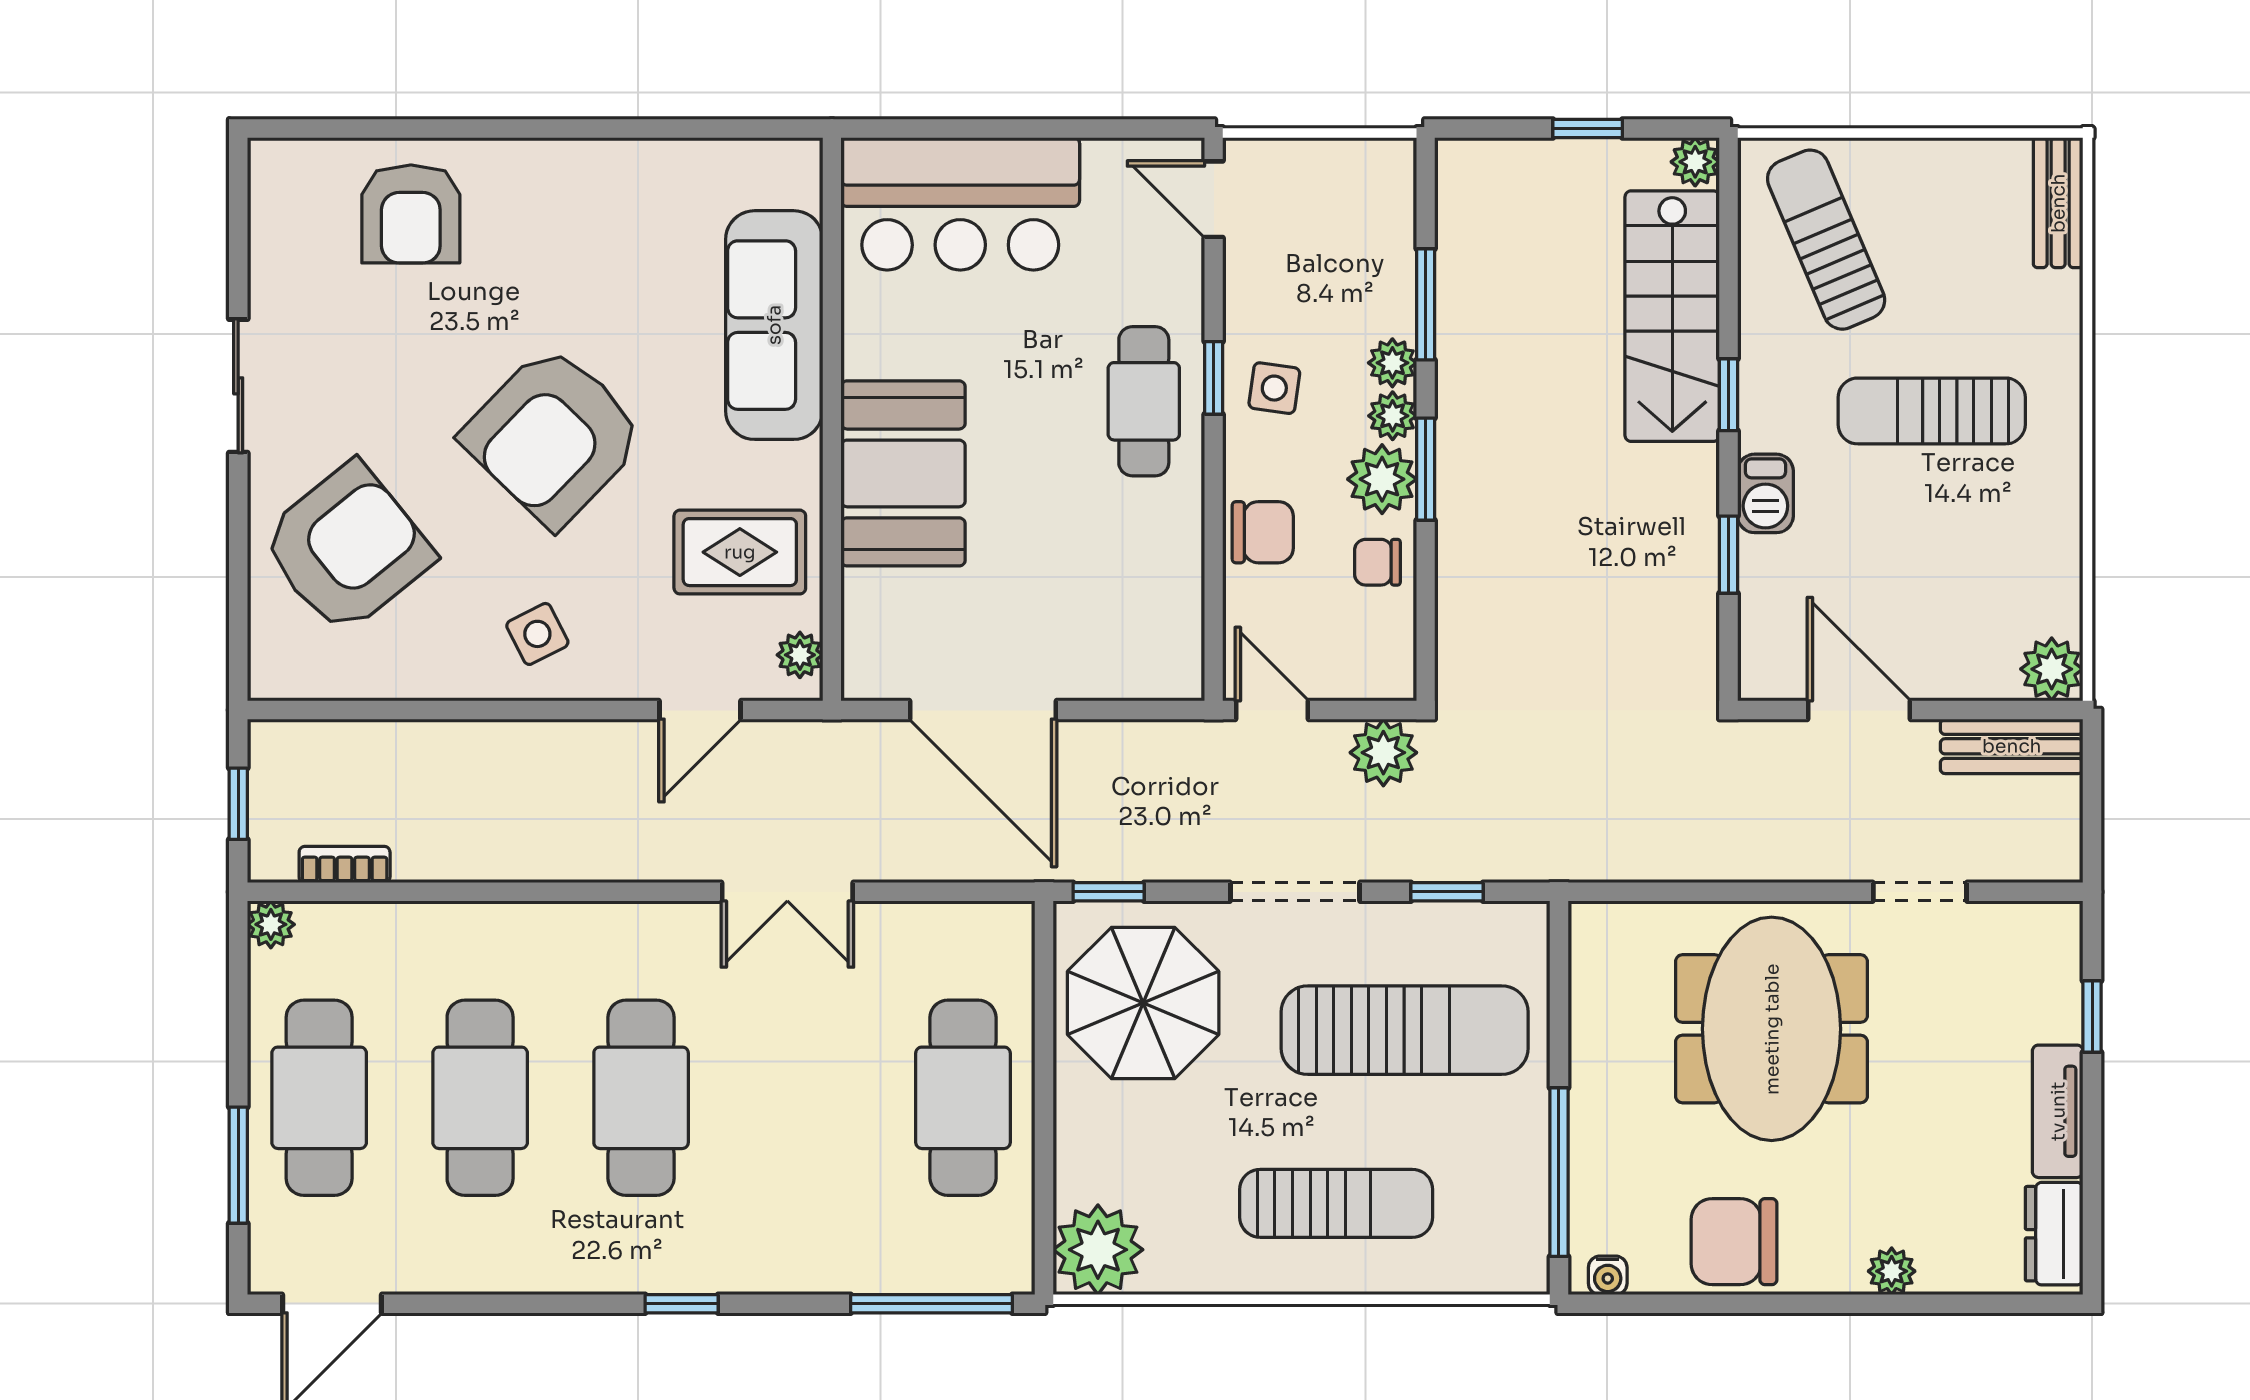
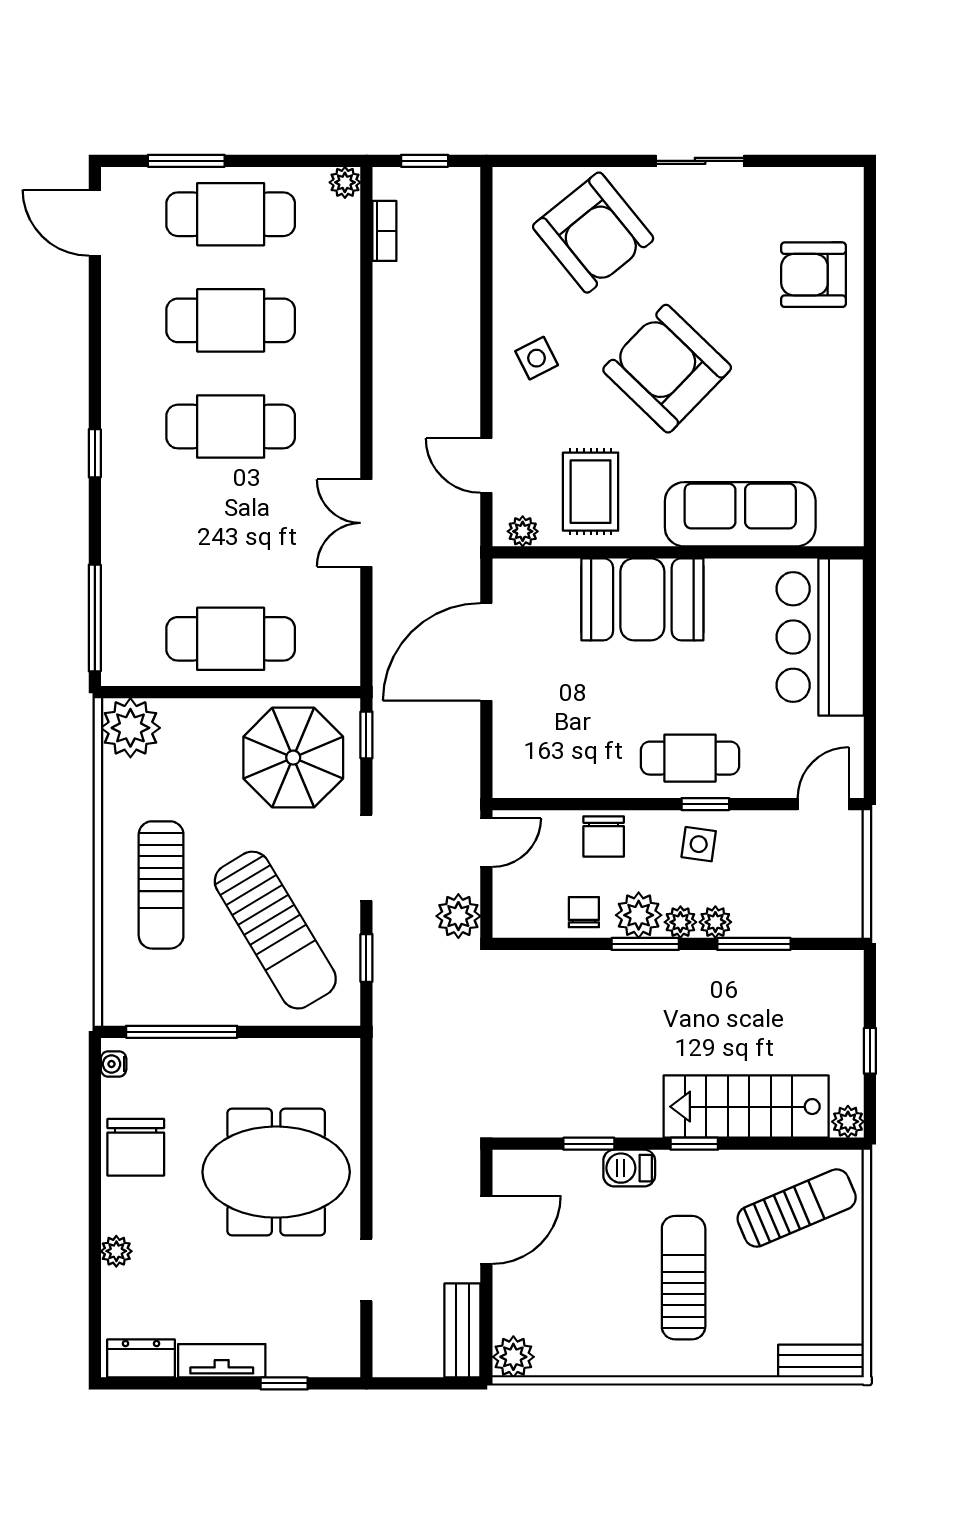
sun lounger: (1405, 1030) -> (275, 930), turned -31
chair: (1734, 1242) -> (136, 1147), turned 180

